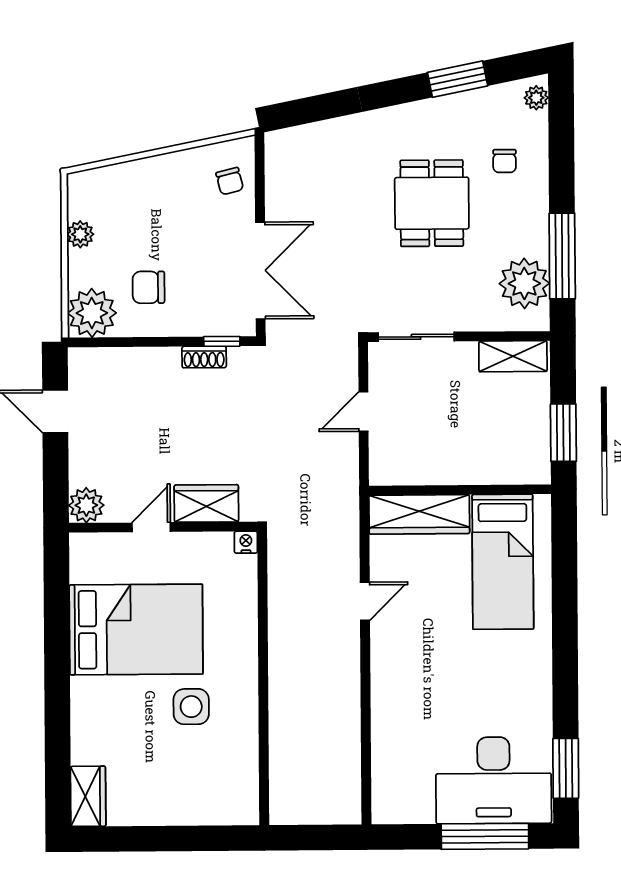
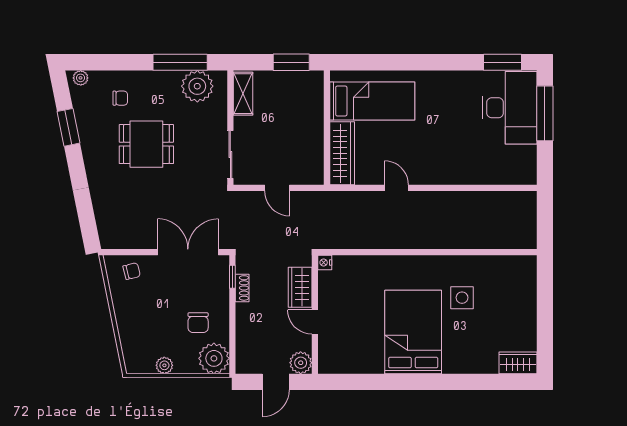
wardrobe: (206, 503) -> (300, 287), moved
plant: (86, 505) -> (301, 363), moved
door: (151, 527) -> (315, 322), moved
wall: (163, 527) -> (315, 315), moved
nightstand: (246, 542) -> (325, 263), moved

